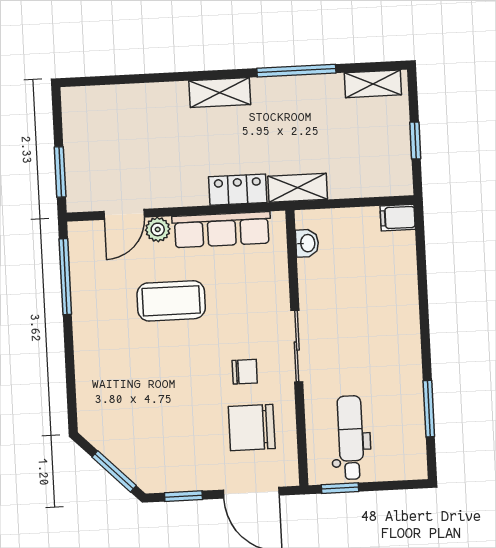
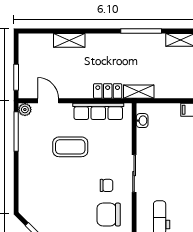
shelving: (220, 93) -> (69, 40), moved
door: (124, 214) -> (48, 101), swing flipped
plant: (158, 229) -> (25, 110), moved

